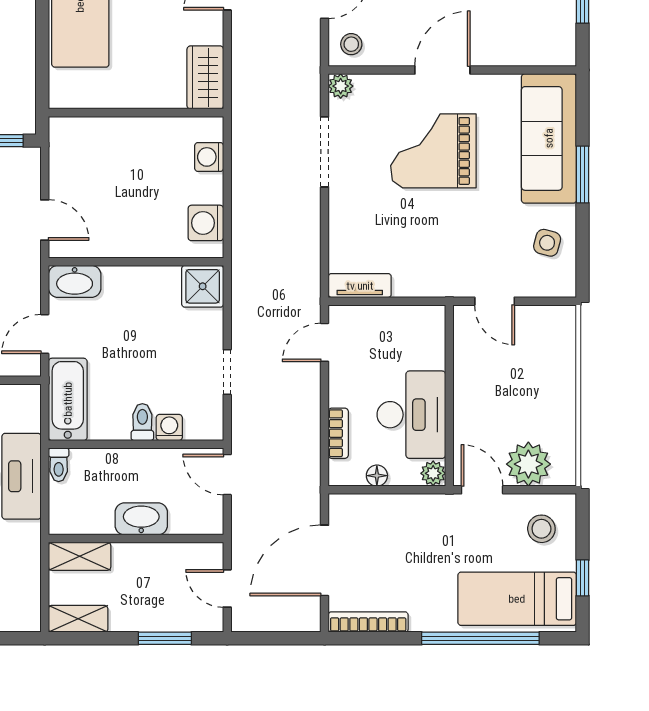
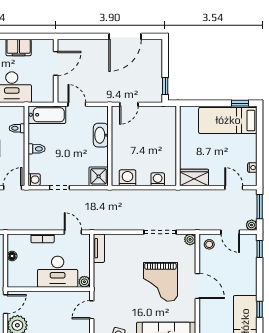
grand piano: (433, 151) -> (160, 282), turned 180
washbasin: (75, 281) -> (101, 135), moved
desk: (411, 415) -> (58, 272), moved
washing machine: (169, 427) -> (34, 180), moved
bookcase: (338, 433) -> (43, 238), moved
toilet: (59, 465) -> (17, 128), moved
plant: (433, 473) -> (84, 282), moved

